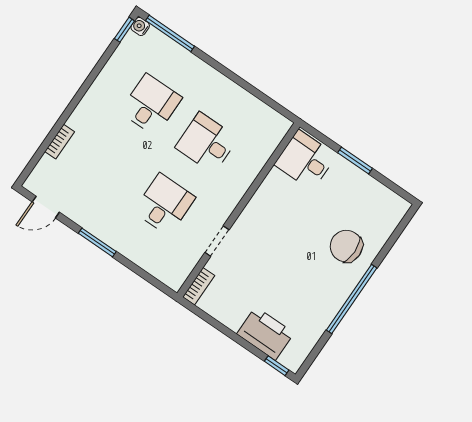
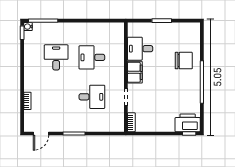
desk: (305, 160) -> (140, 49), moved
desk: (164, 204) -> (92, 97), turned 90
filing cabinet: (258, 212) -> (135, 72), added
chair: (346, 246) -> (184, 61), turned 180
printer: (265, 333) -> (188, 123), moved

